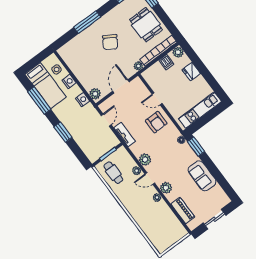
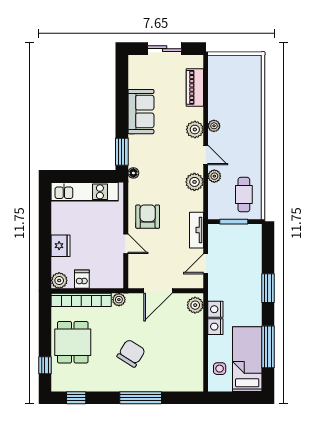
nightstand: (69, 81) -> (215, 327), moved

